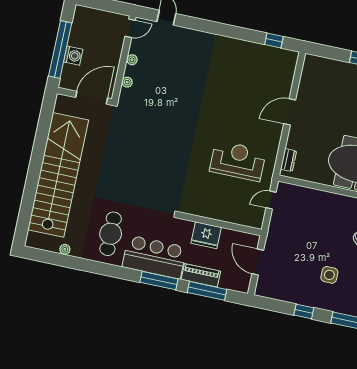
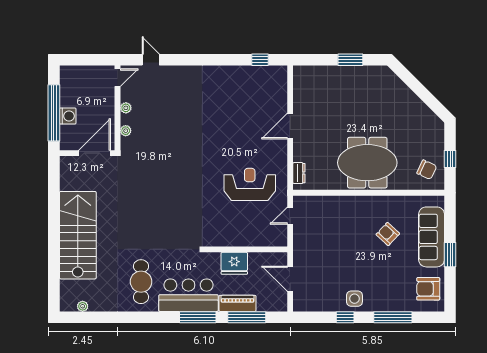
stairs: (58, 175) -> (78, 235), width x0.73
plant: (65, 249) -> (83, 306), moved
side table: (329, 275) -> (354, 299), moved

